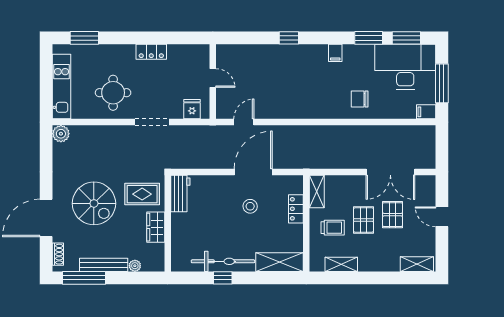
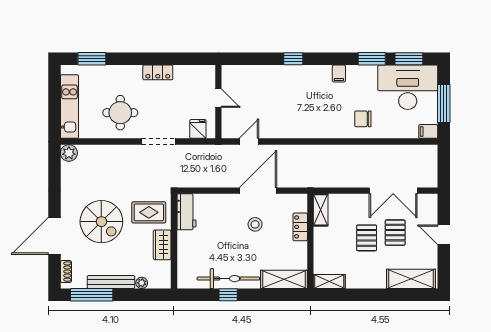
trolley: (333, 228) -> (336, 245), removed
shelving: (341, 264) -> (329, 282), moved
shelving: (417, 264) -> (411, 279), width x1.50, depth x1.33

